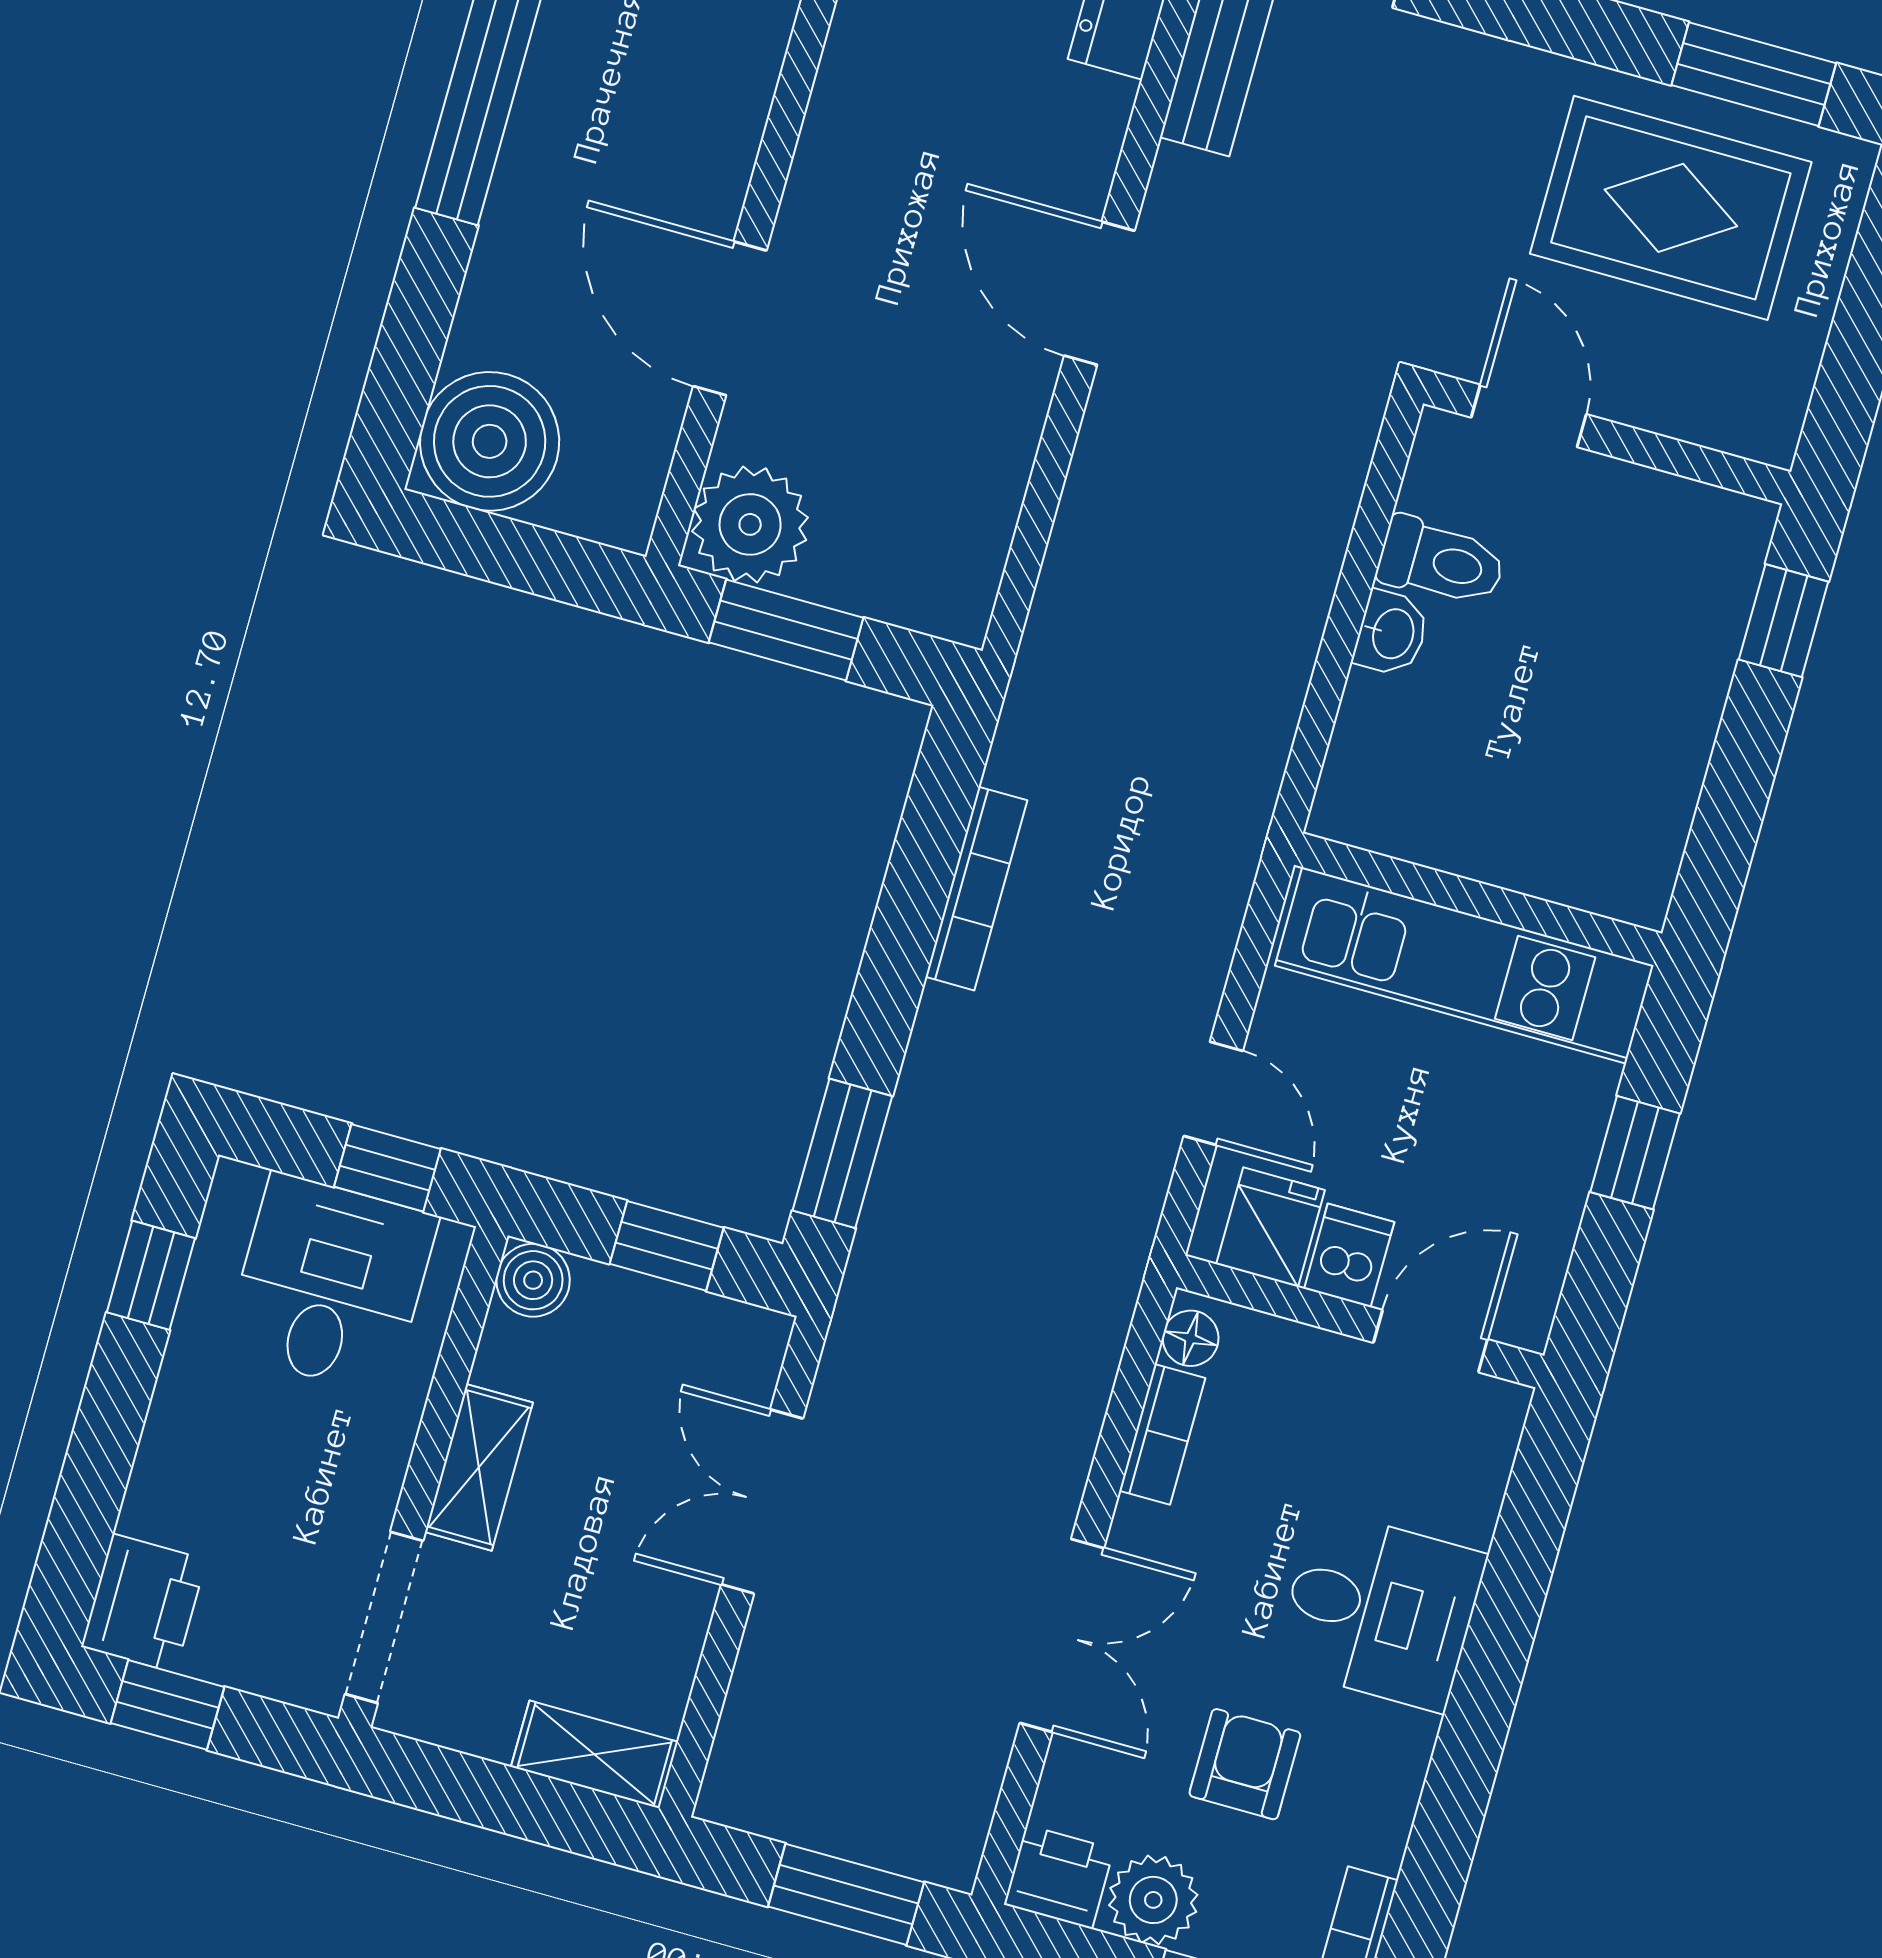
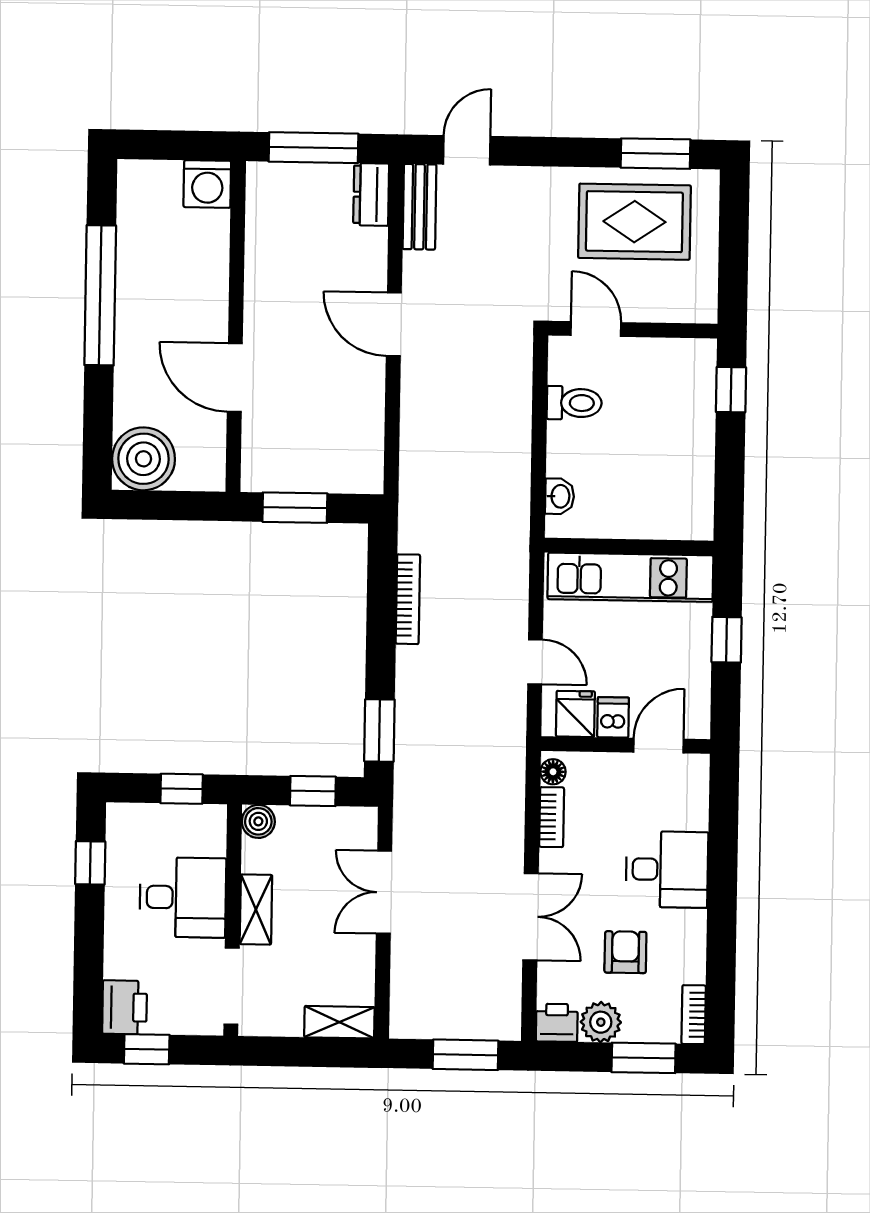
plant: (750, 524) -> (267, 465), removed
washbasin: (1391, 633) -> (560, 496), moved
desk: (331, 1284) -> (183, 897), moved, turned 90

